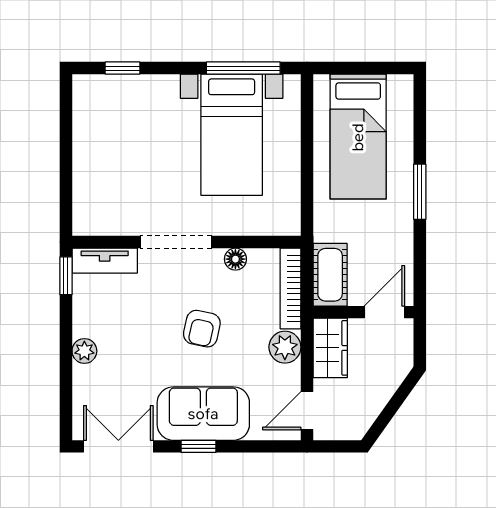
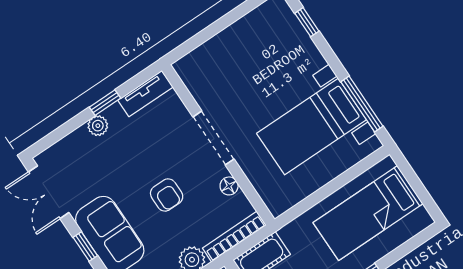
tv unit: (105, 261) -> (145, 94), moved, turned -90
window: (66, 276) -> (105, 103), moved
armchair: (202, 329) -> (167, 195), turned -102
double door: (118, 446) -> (49, 192), swing flipped

